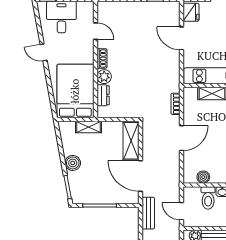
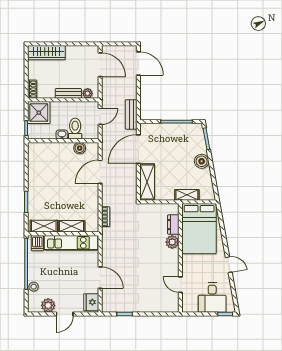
shoe rack: (102, 58) -> (174, 259), removed
door: (181, 138) -> (100, 172), moved
door: (141, 176) -> (138, 149), swing flipped
door: (181, 211) -> (100, 116), hinge flipped

